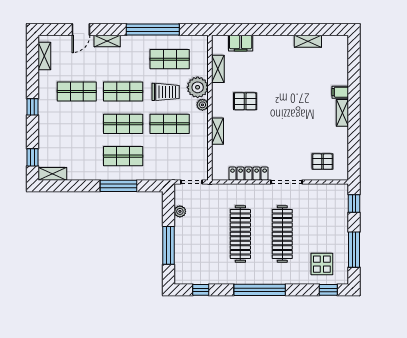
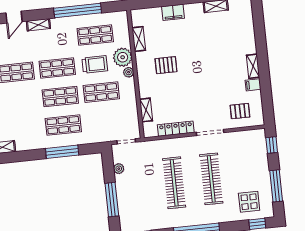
filing cabinet: (241, 43) -> (173, 12), moved
filing cabinet: (340, 92) -> (253, 85), moved
shelving: (218, 131) -> (146, 110), moved

